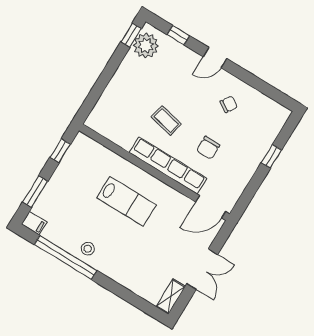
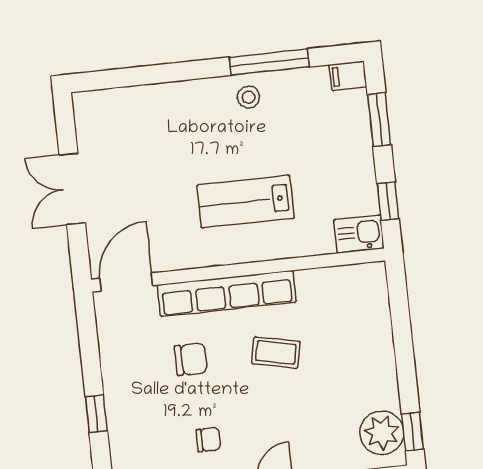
chair: (229, 104) -> (208, 440), turned -123
kitchen sink: (85, 146) -> (359, 234), added
chair: (208, 148) -> (191, 359), turned 90
window: (66, 258) -> (269, 62), width x0.68
shelving: (171, 296) -> (86, 119), removed

